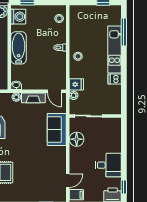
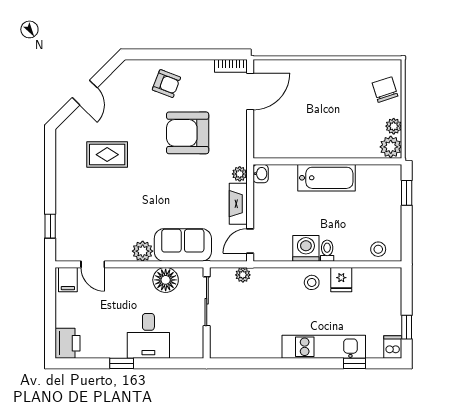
washing machine: (18, 17) -> (306, 248), moved, turned 180
window: (124, 32) -> (354, 363), width x0.46
dishwasher: (115, 79) -> (393, 347), moved
fridge: (76, 84) -> (341, 280), moved
plant: (60, 152) -> (143, 251), added
desk: (108, 165) -> (148, 336), moved
window: (124, 187) -> (122, 363), moved

